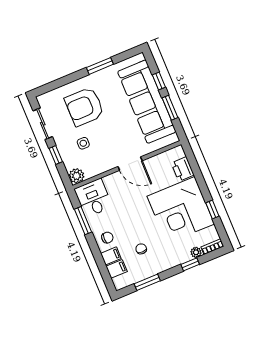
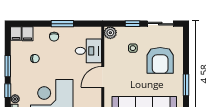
armchair: (84, 107) -> (160, 60), turned 180
desk: (93, 198) -> (88, 51), moved
window: (83, 221) -> (62, 24), moved
filing cabinet: (111, 256) -> (16, 33), moved
window: (147, 282) -> (8, 66), moved

